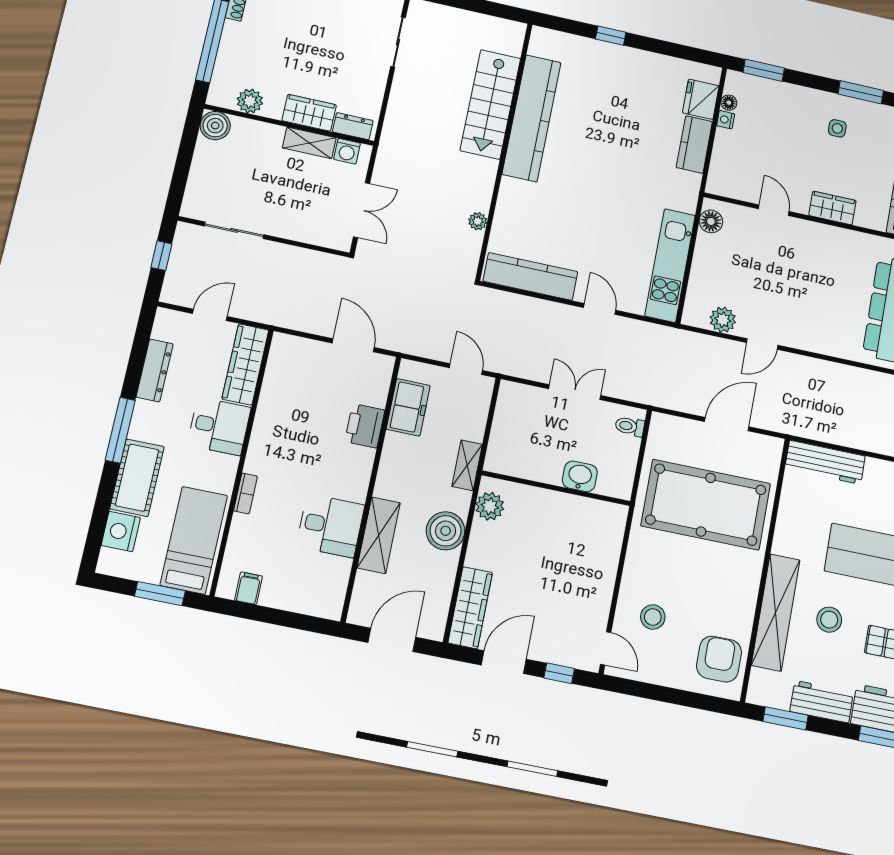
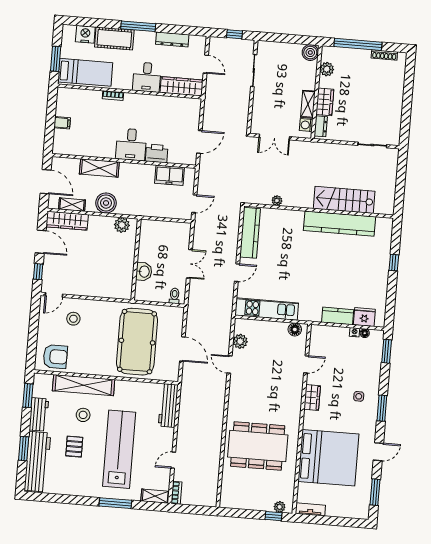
shelving: (467, 465) -> (72, 205), moved
desk: (330, 526) -> (131, 144), moved
filing cabinet: (248, 588) -> (62, 123), moved

